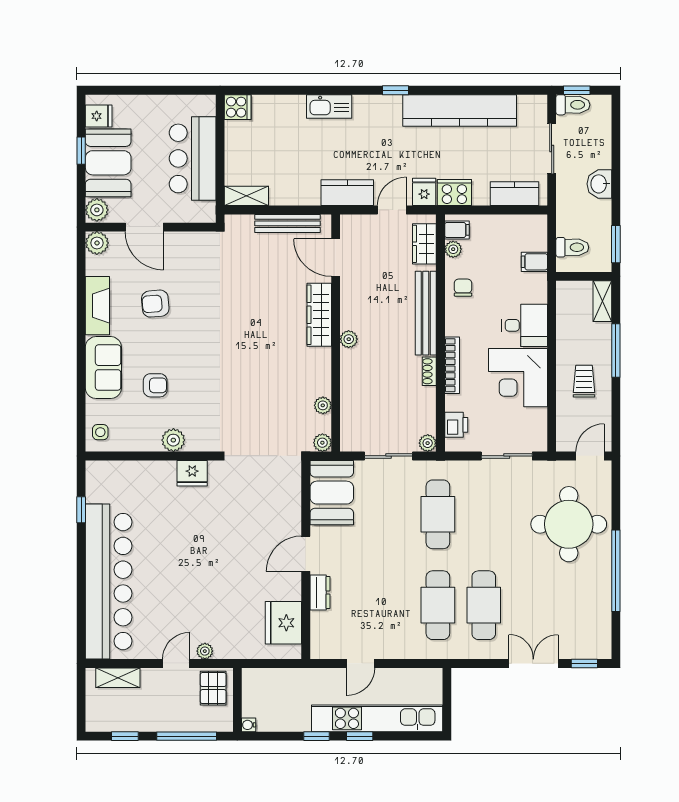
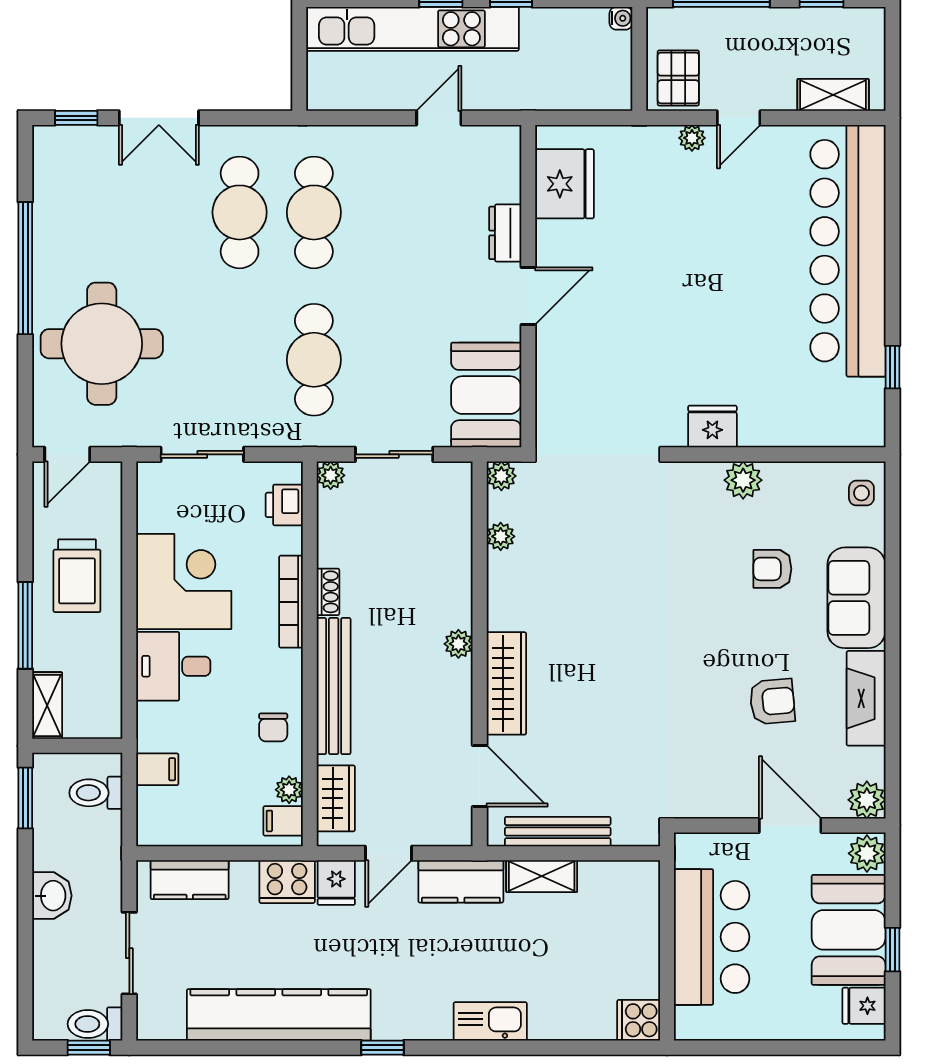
shelving: (246, 196) -> (542, 876), moved
trolley: (584, 381) -> (77, 576), width x1.36, depth x1.39

